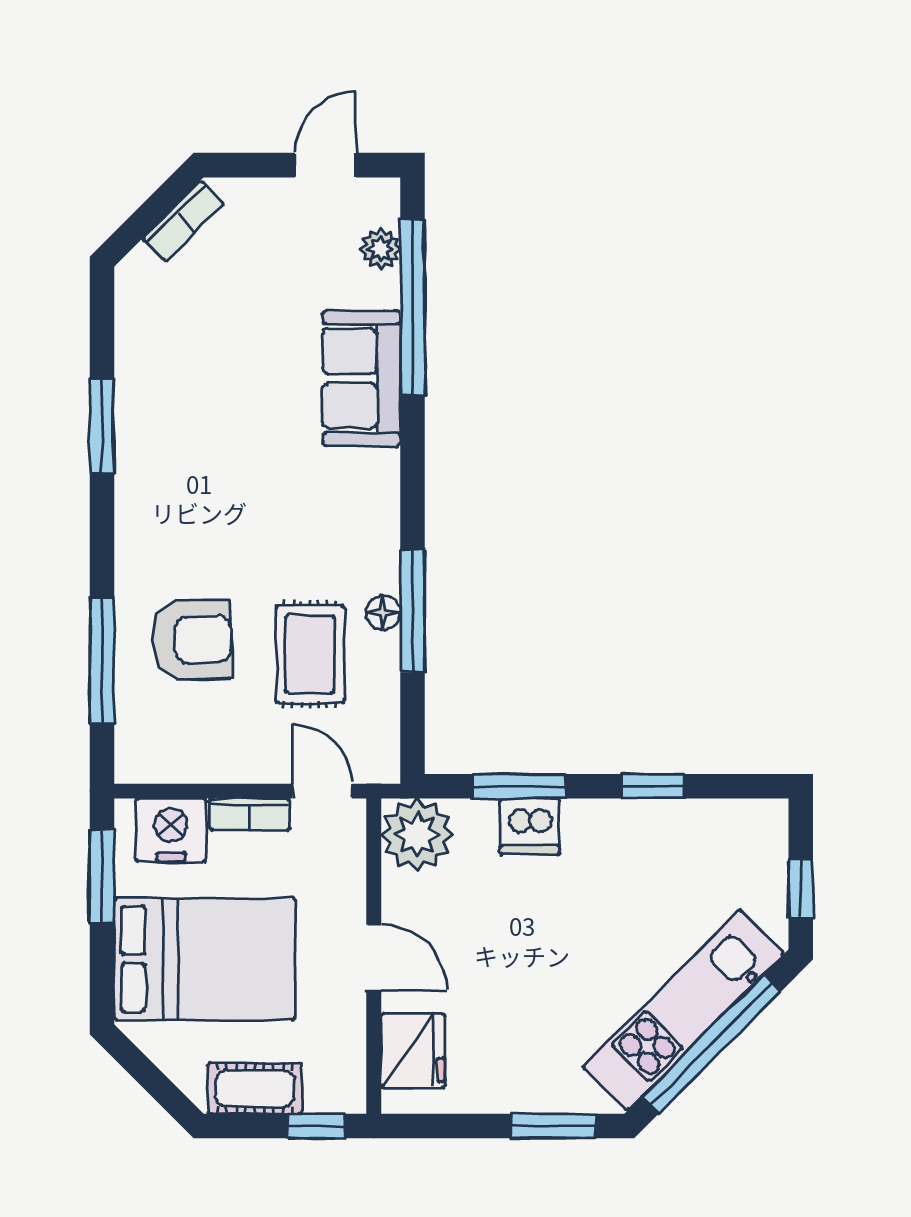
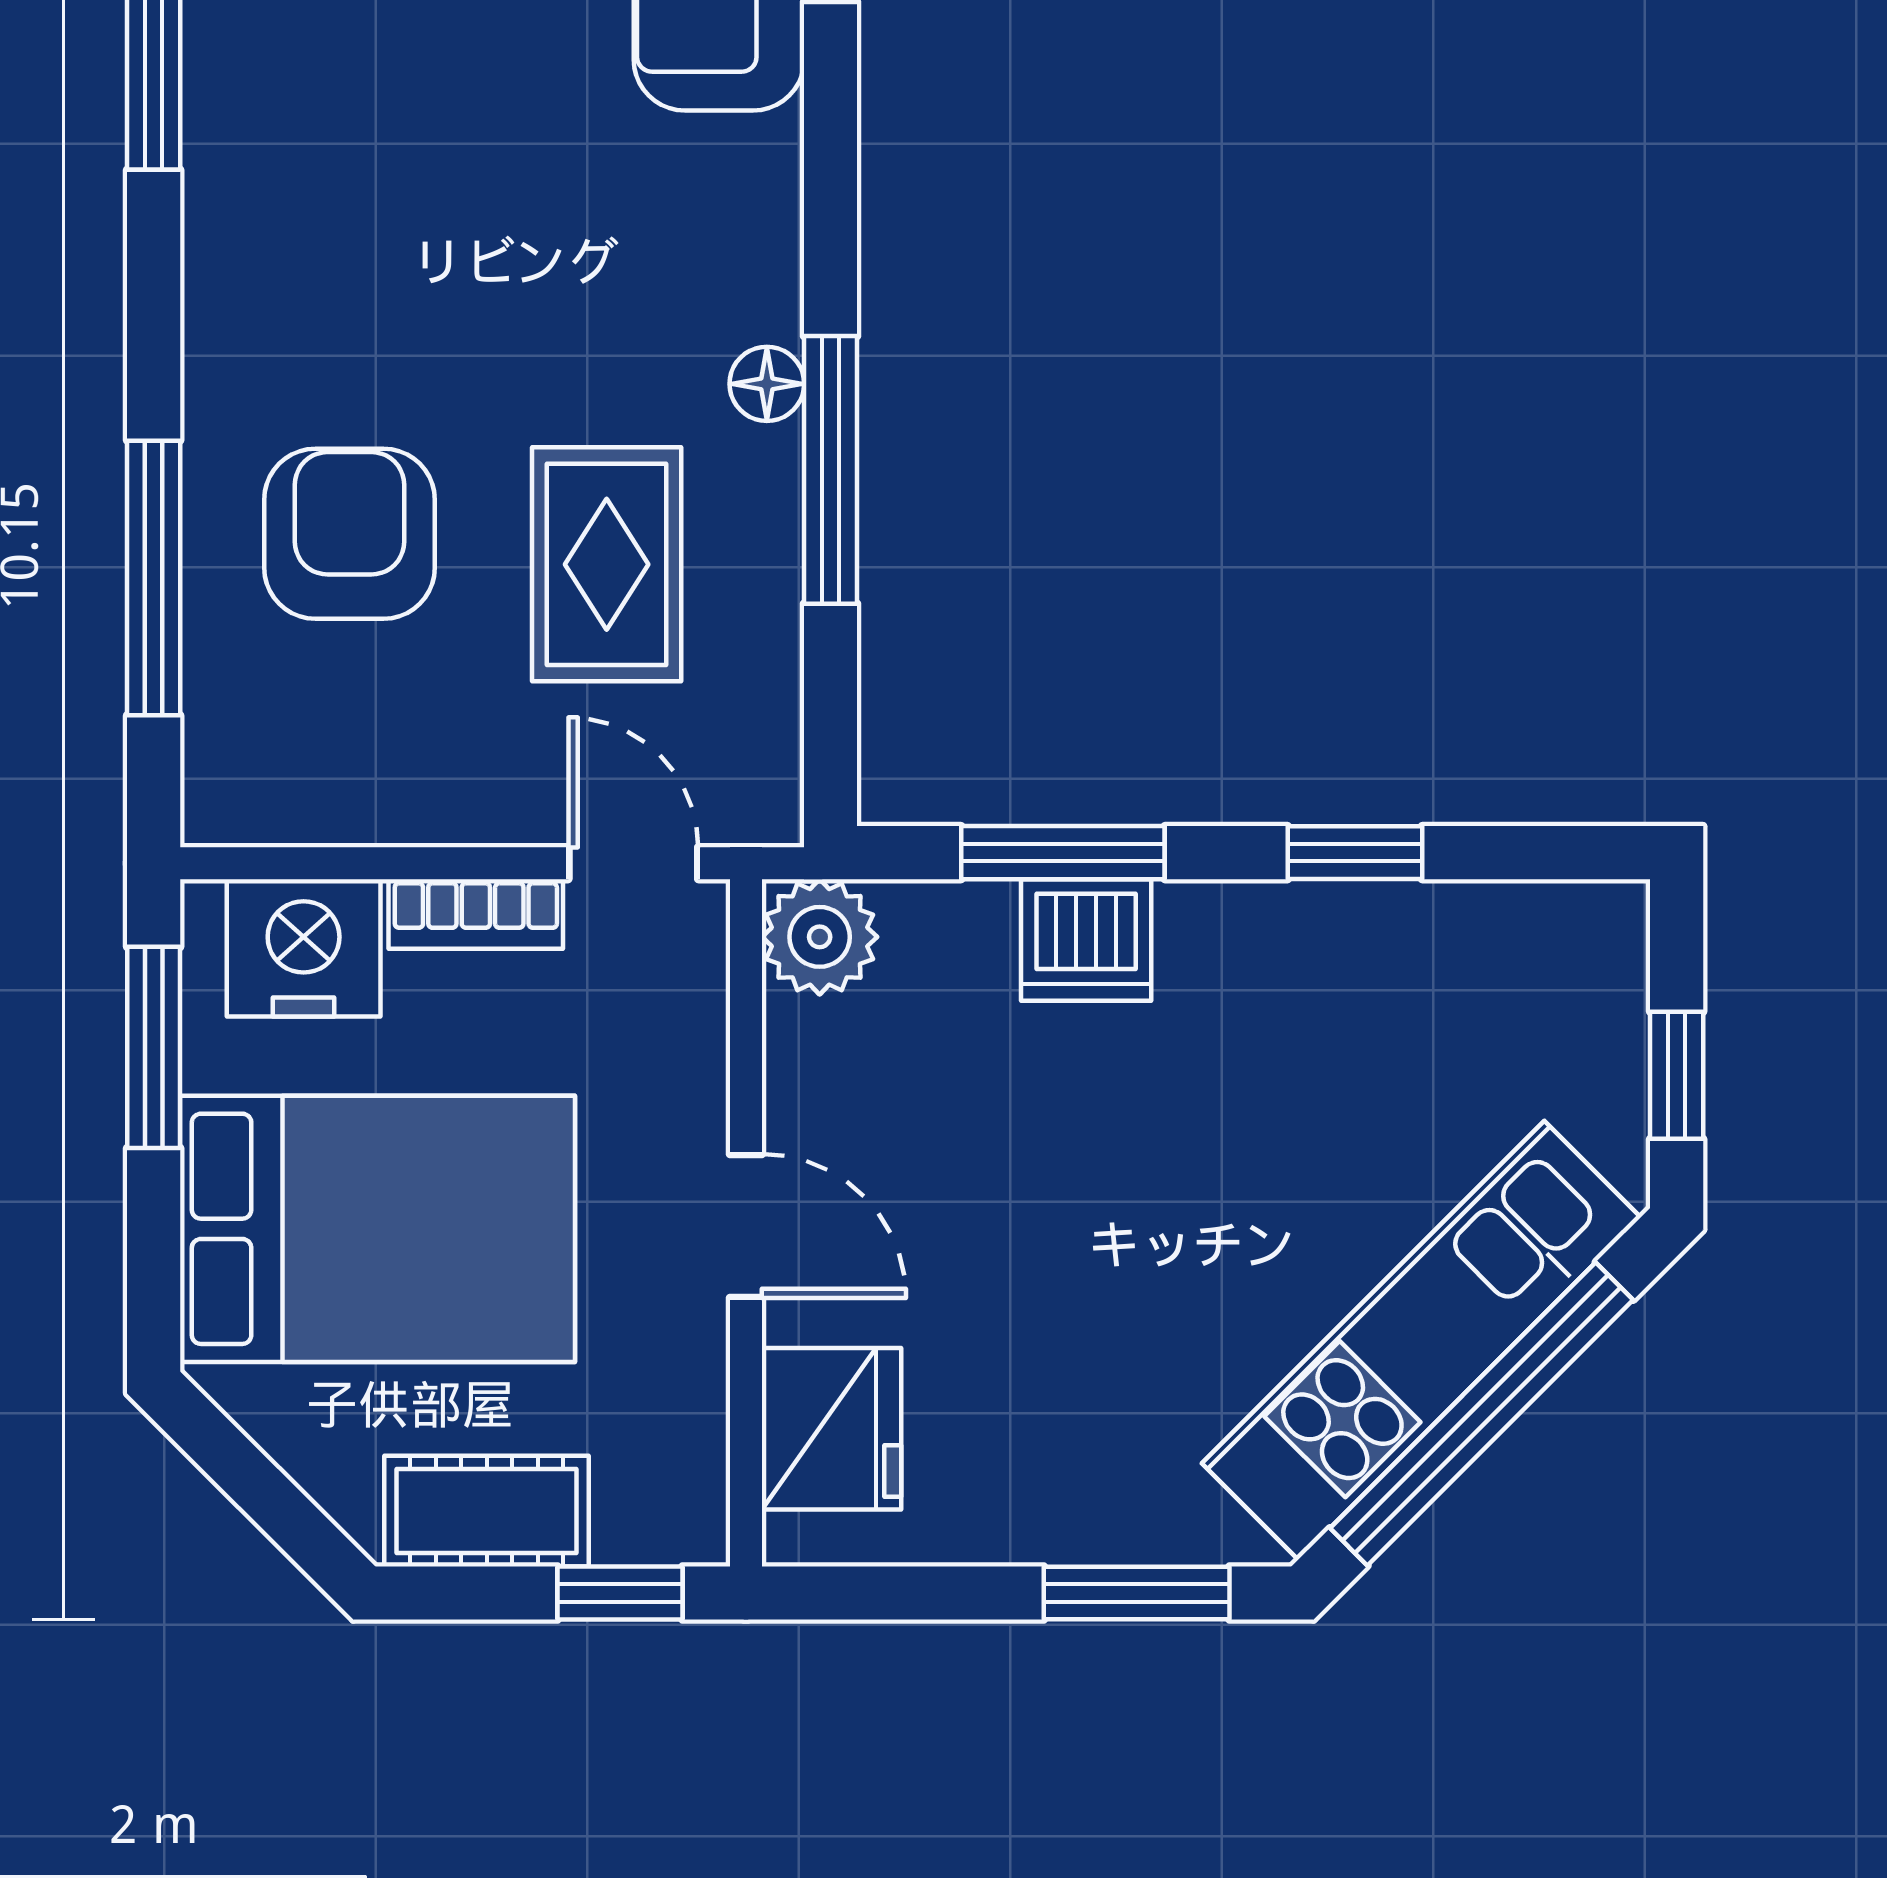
floor lamp: (383, 612) -> (767, 384), moved
armchair: (192, 640) -> (350, 534), turned -88
plant: (417, 835) -> (820, 937), width x0.73, depth x0.73

